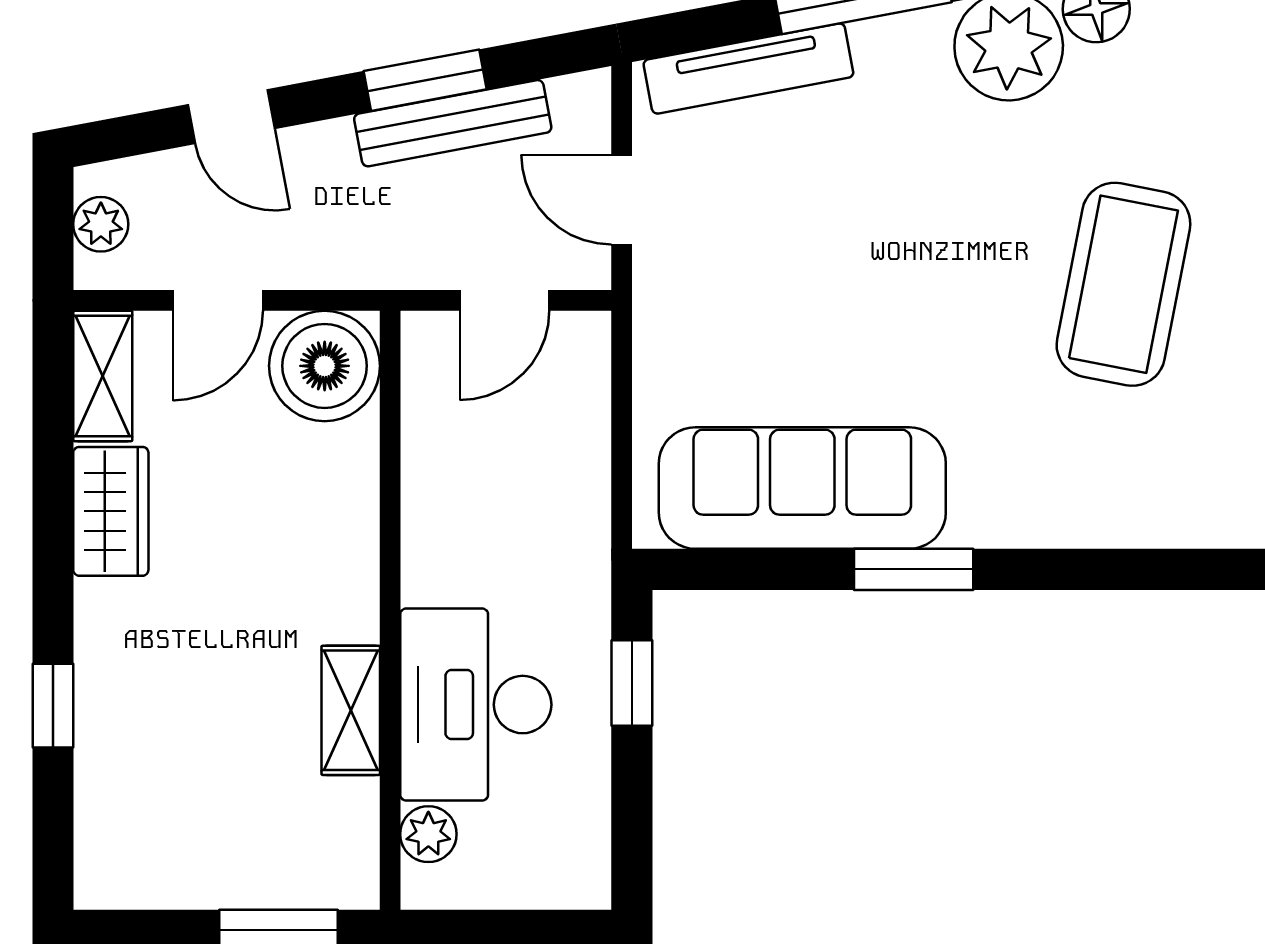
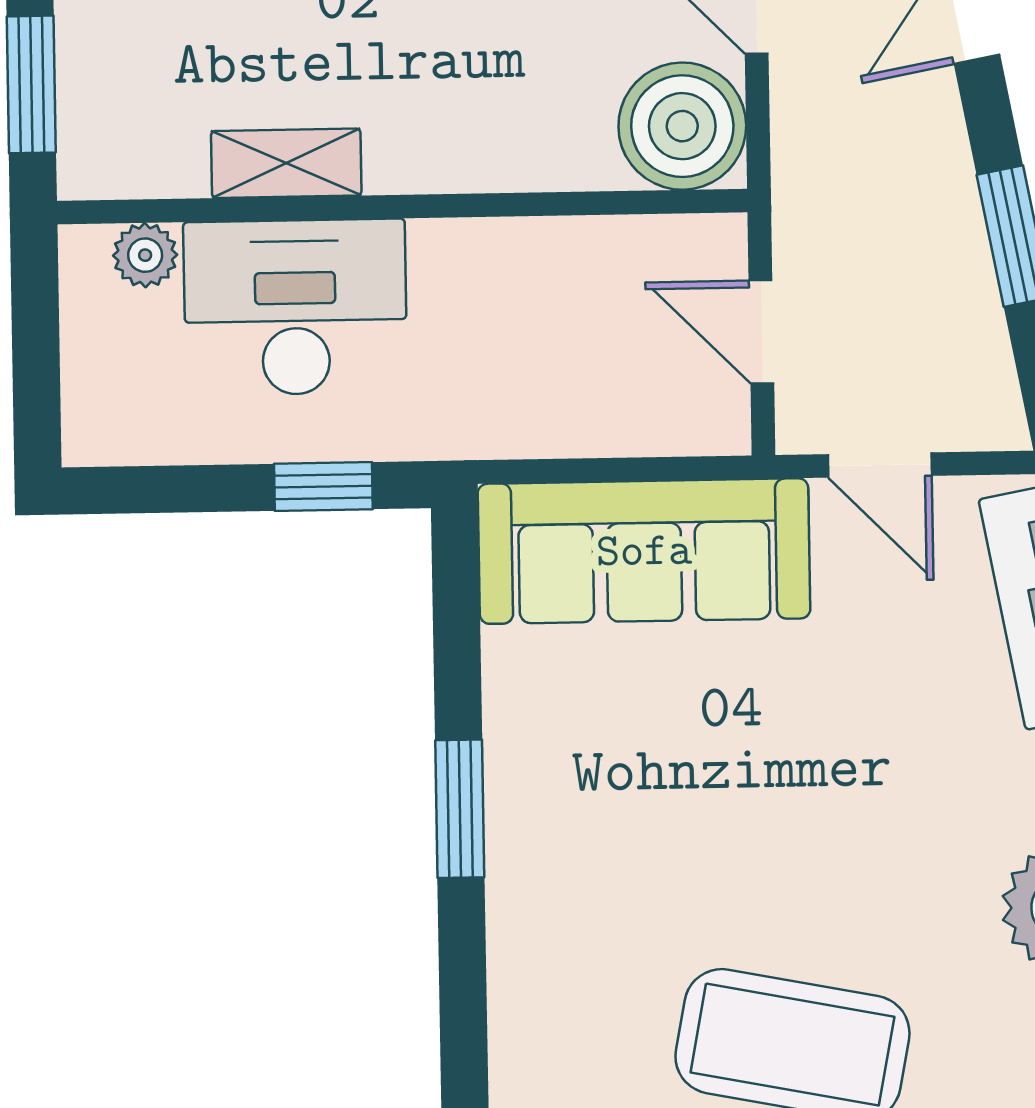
bench: (453, 123) -> (964, 269), removed
door: (622, 200) -> (880, 465), swing flipped
sofa: (802, 488) -> (644, 551), moved, turned 90

